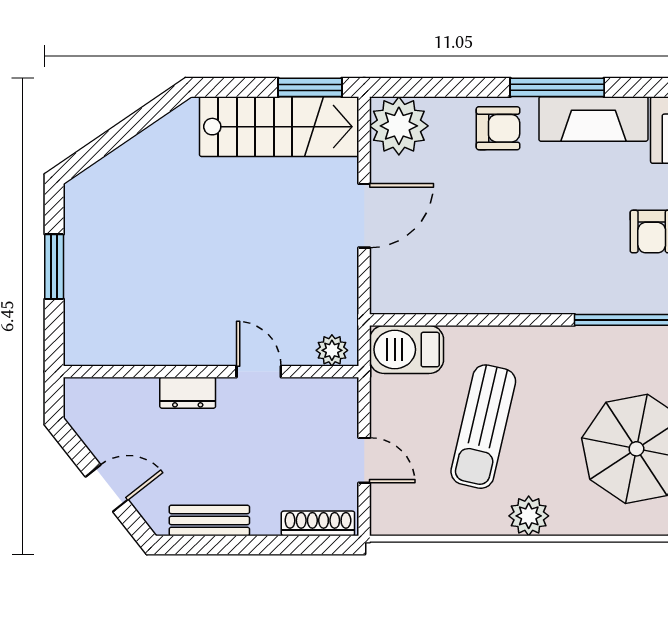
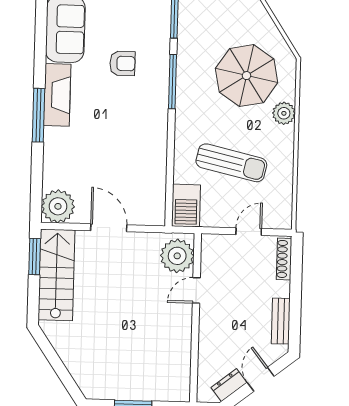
armchair: (498, 128) -> (61, 150), removed
plant: (332, 350) -> (177, 256), width x1.87, depth x1.87
dresser: (188, 393) -> (229, 385), moved, turned -128
plant: (529, 516) -> (284, 113), moved

